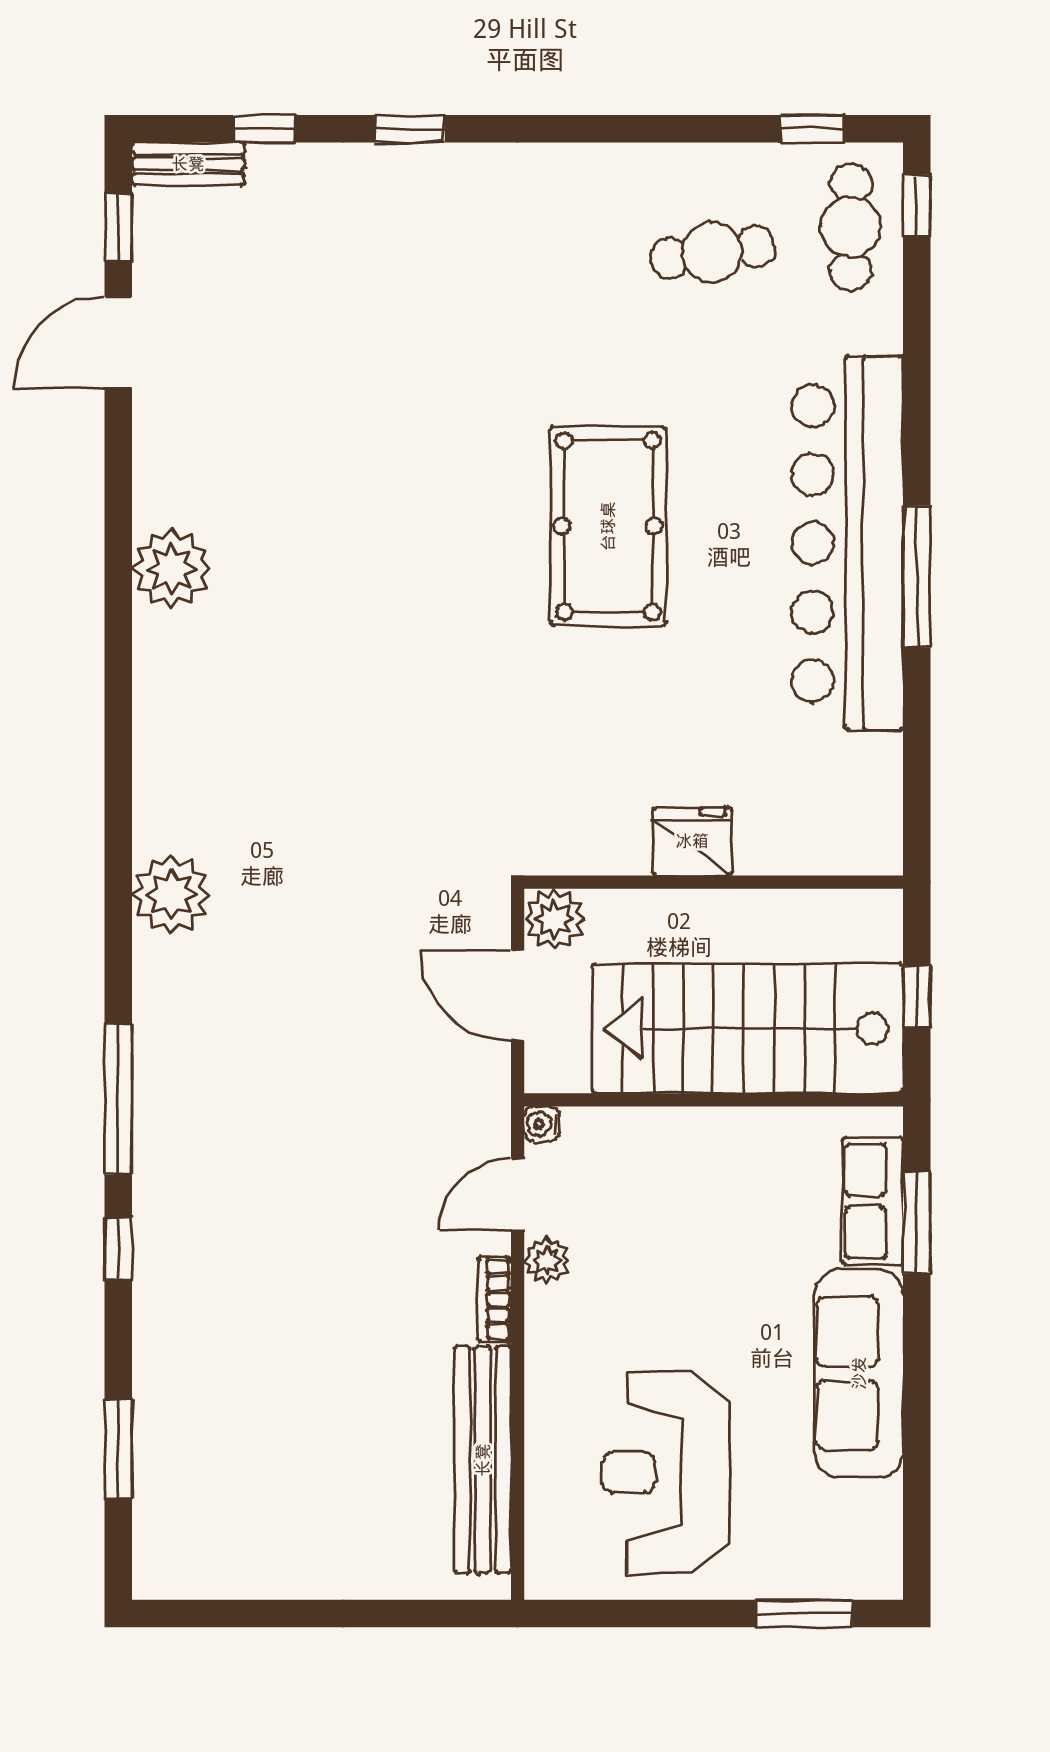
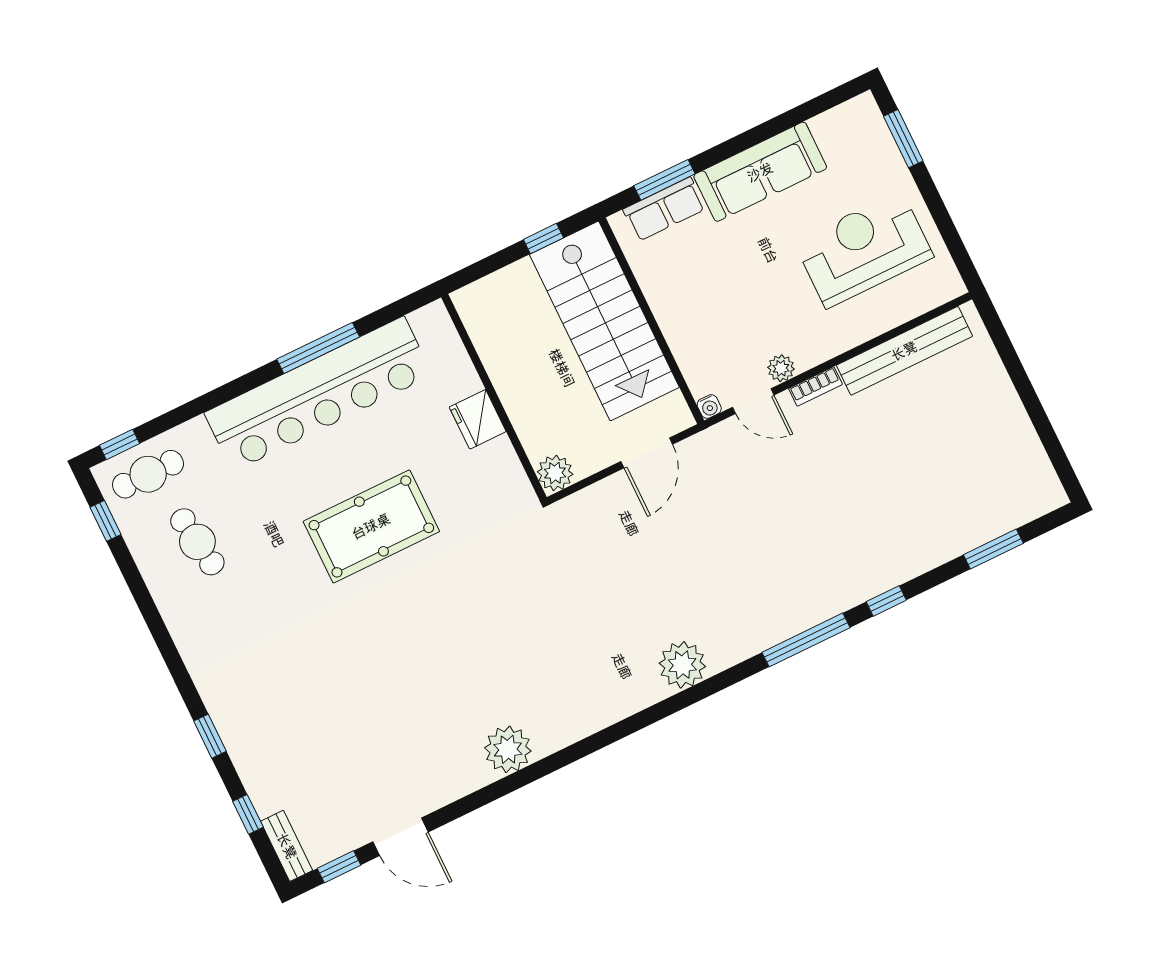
fridge: (692, 841) -> (478, 419), moved
wall: (714, 882) -> (494, 397), moved
plant: (554, 919) -> (555, 473), moved
reception desk: (666, 1473) -> (864, 249), turned 180

